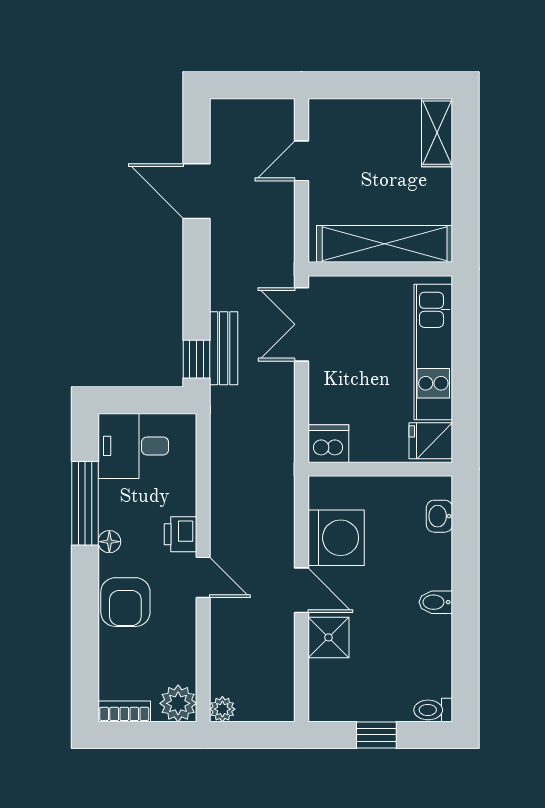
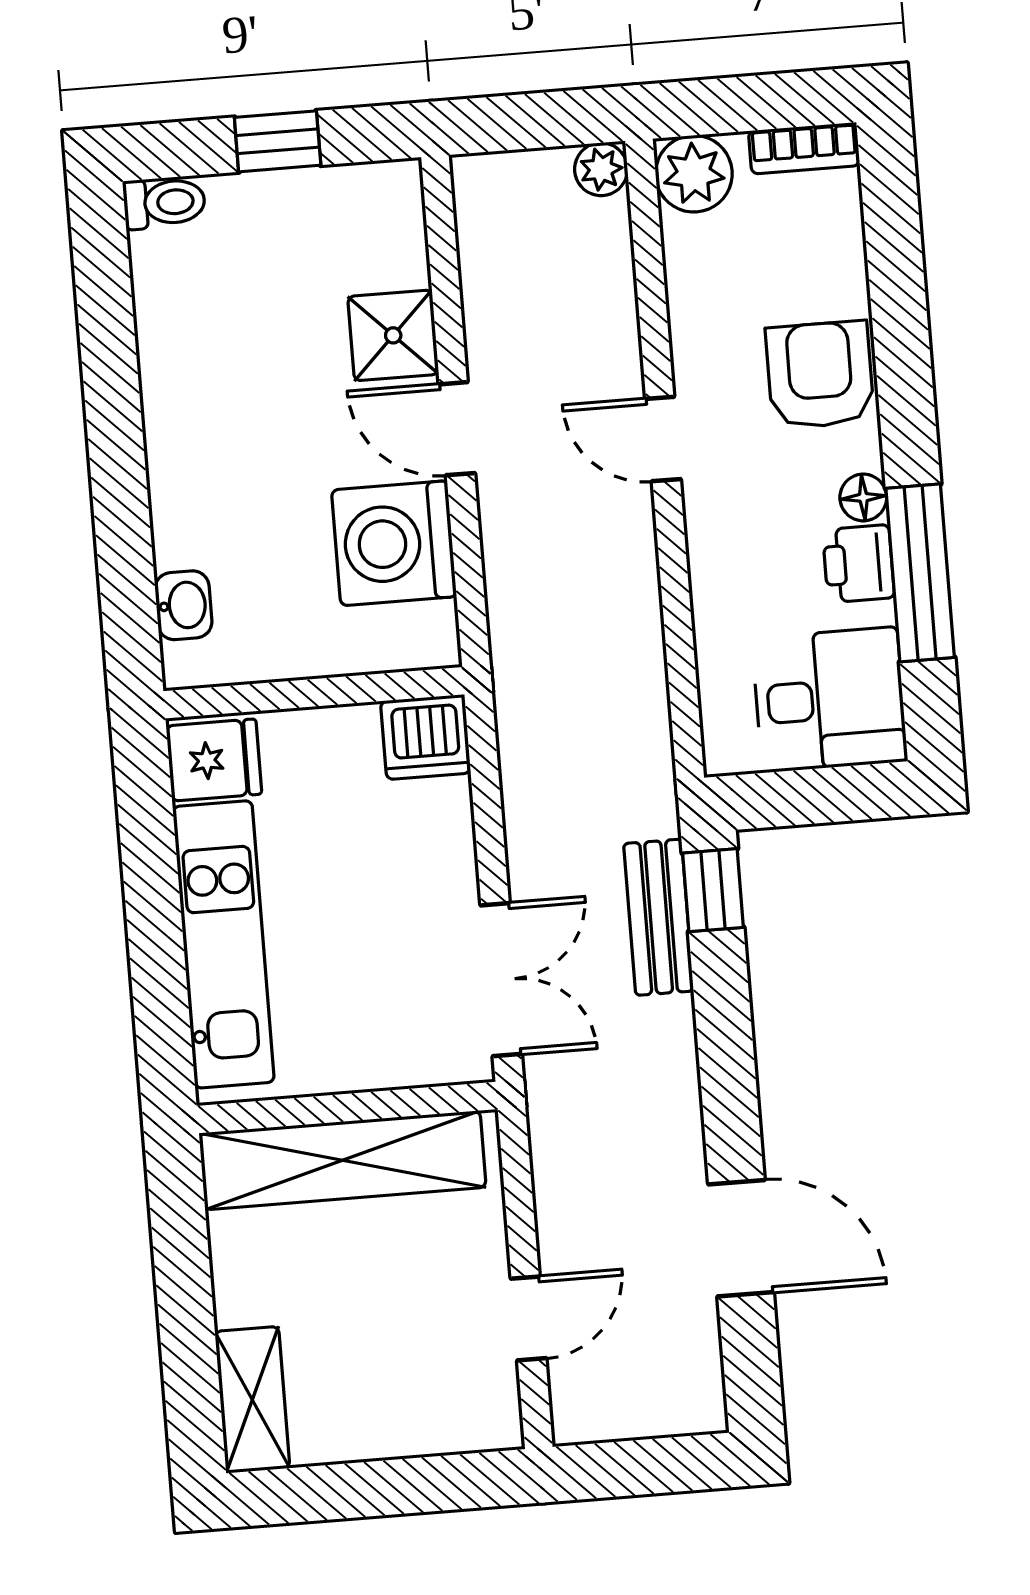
printer: (180, 534) -> (859, 564), moved, turned 180
bidet: (436, 602) -> (177, 426), removed

